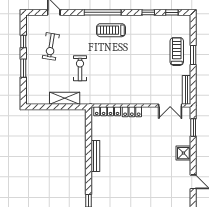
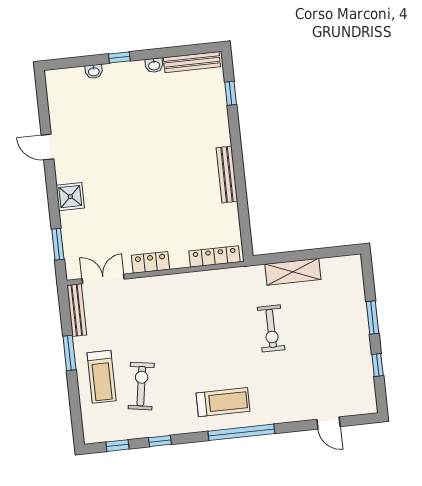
exercise bike: (51, 46) -> (141, 386), moved
window: (193, 55) -> (69, 353), moved
locker: (132, 112) -> (150, 262), moved

